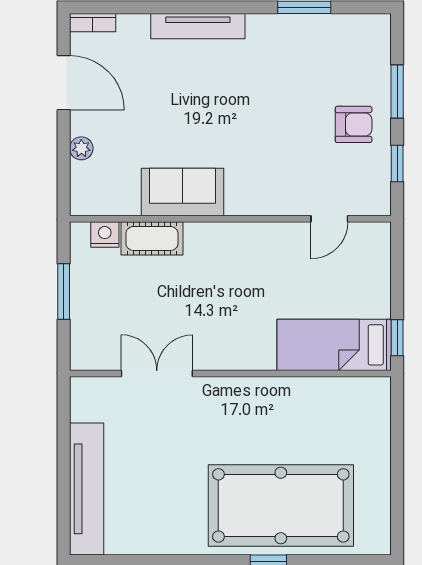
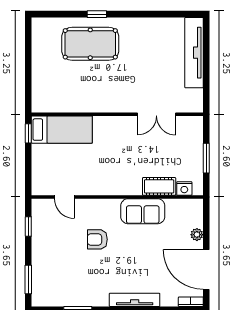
door: (64, 83) -> (206, 270), width x1.36
window: (397, 92) -> (28, 279), moved
armchair: (354, 124) -> (97, 239), moved
door: (329, 219) -> (64, 197), swing flipped
pool table: (281, 505) -> (90, 44), width x0.73, depth x0.76

